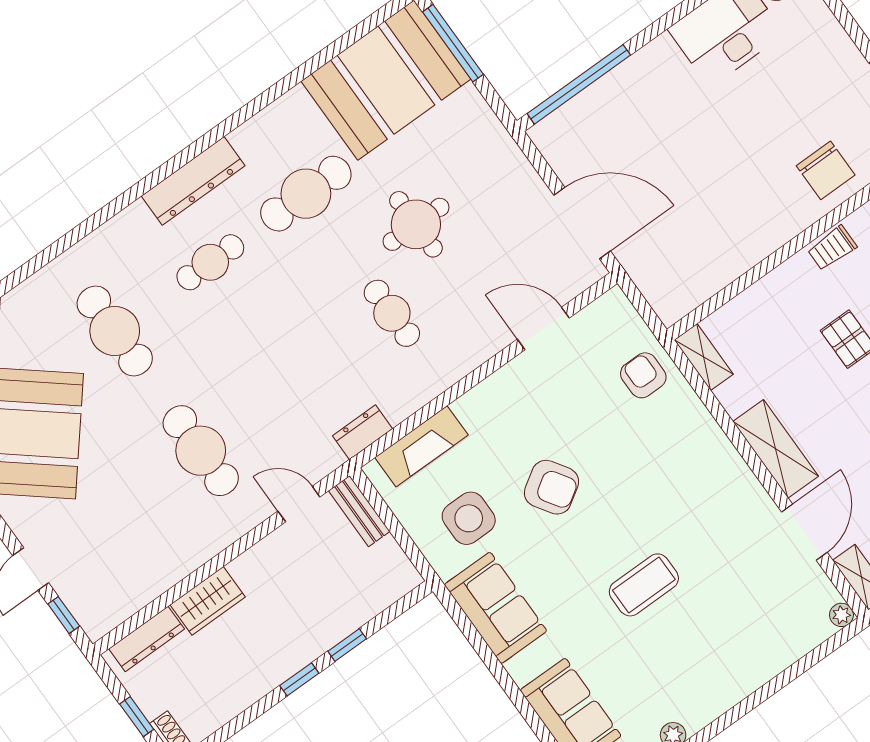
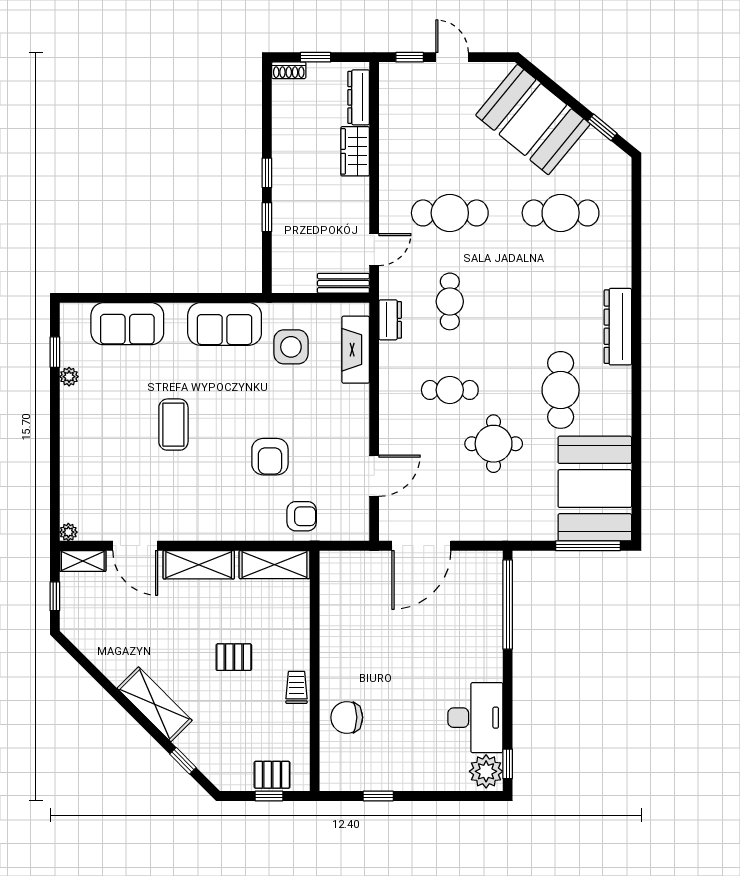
cafe table: (210, 262) -> (450, 301), moved
shelving: (704, 357) -> (275, 565), width x1.50, depth x1.33
armchair: (551, 487) -> (270, 457), moved, turned -57

